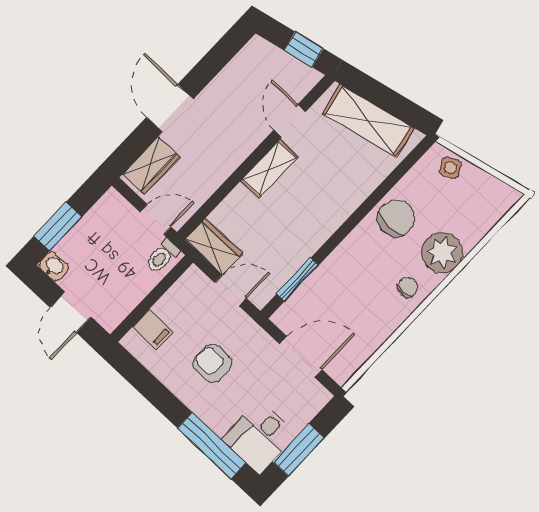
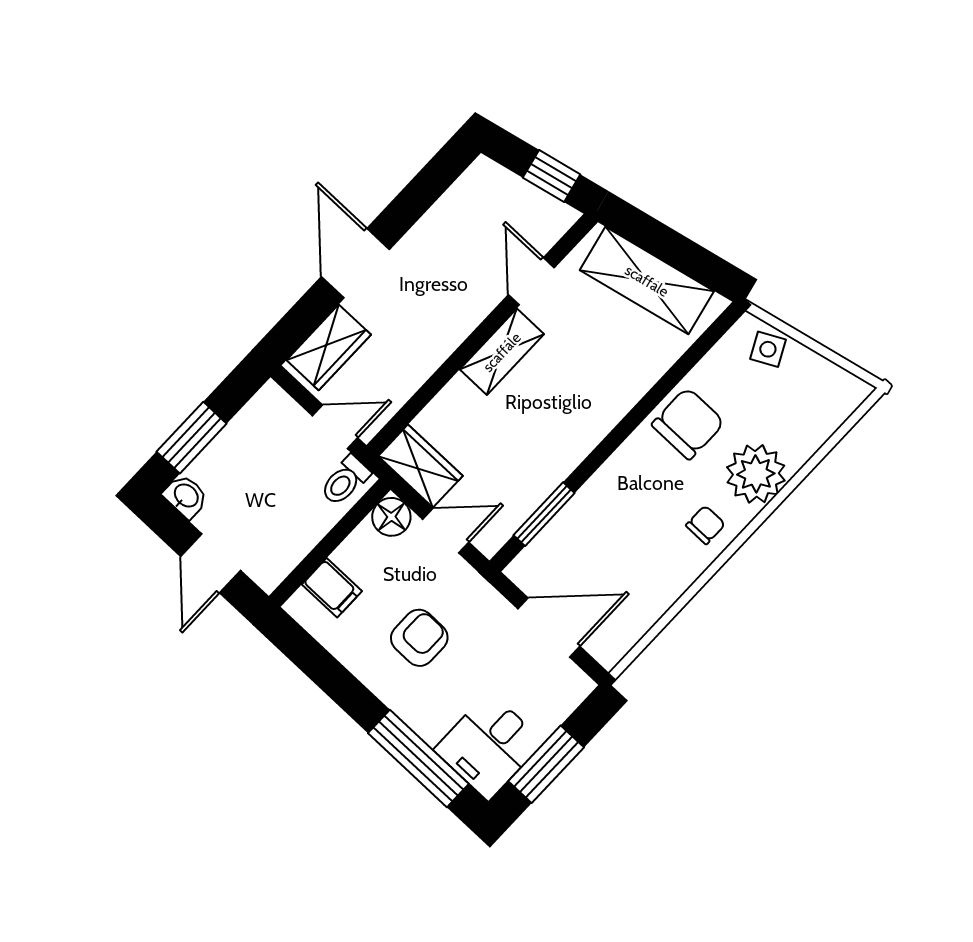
floor lamp: (194, 281) -> (391, 517), added
armchair: (212, 363) -> (419, 638), turned 90

